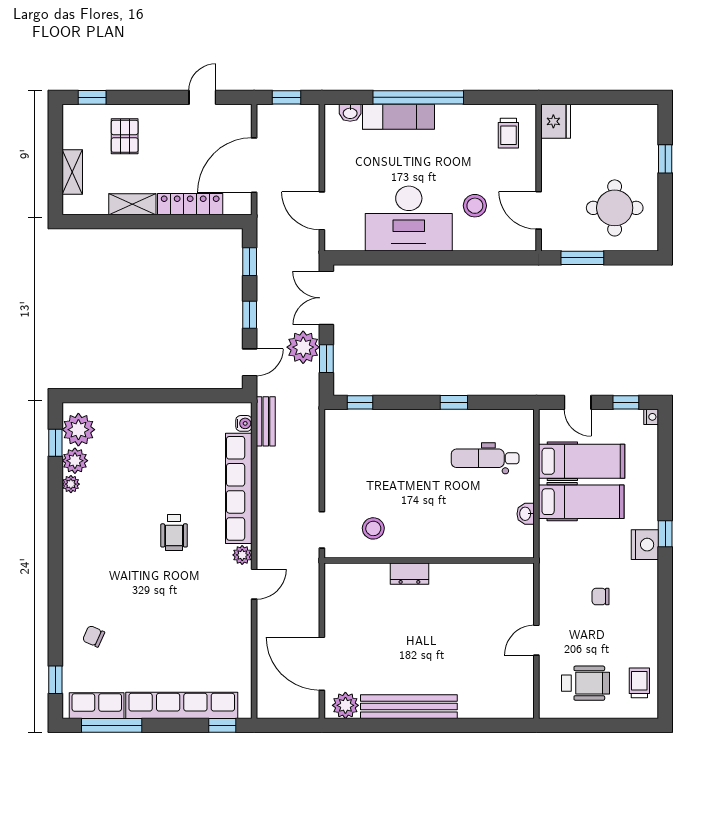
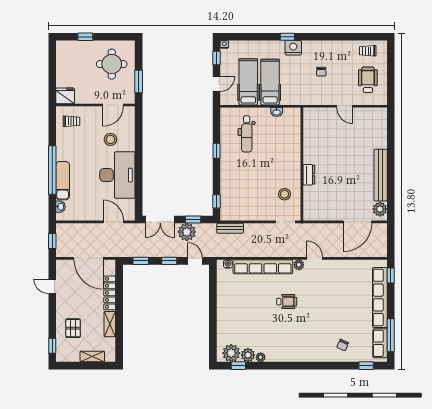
pallet: (125, 136) -> (73, 328), turned 90
door: (322, 211) -> (113, 222), swing flipped
bench: (266, 421) -> (230, 228), moved

